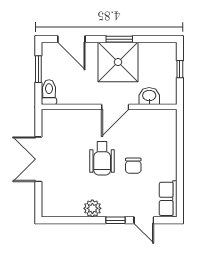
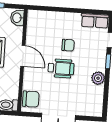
washbasin: (149, 96) -> (17, 18), moved
chair: (59, 121) -> (31, 99), added

